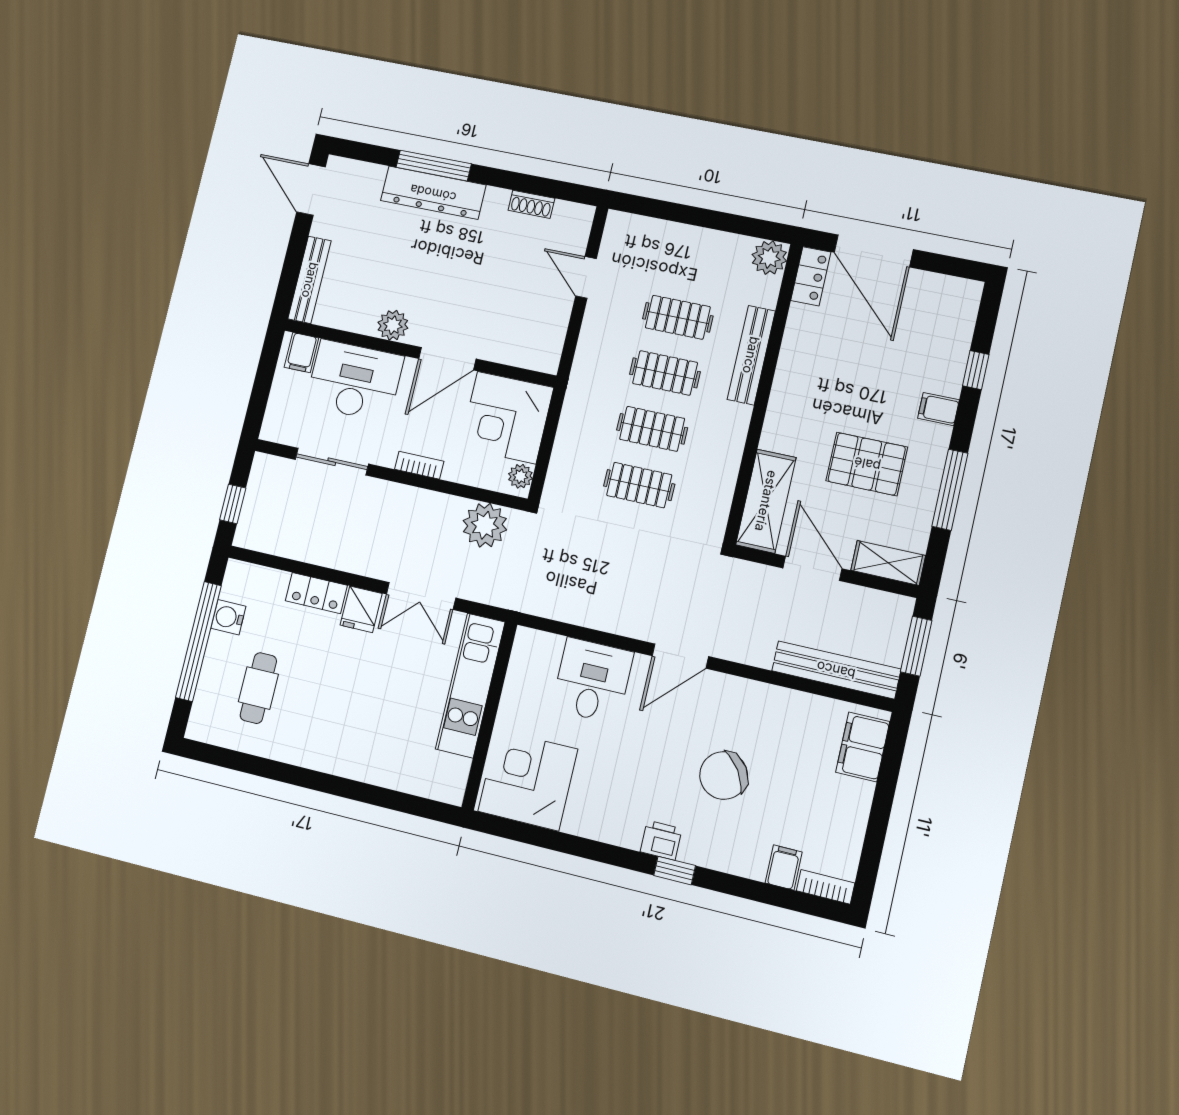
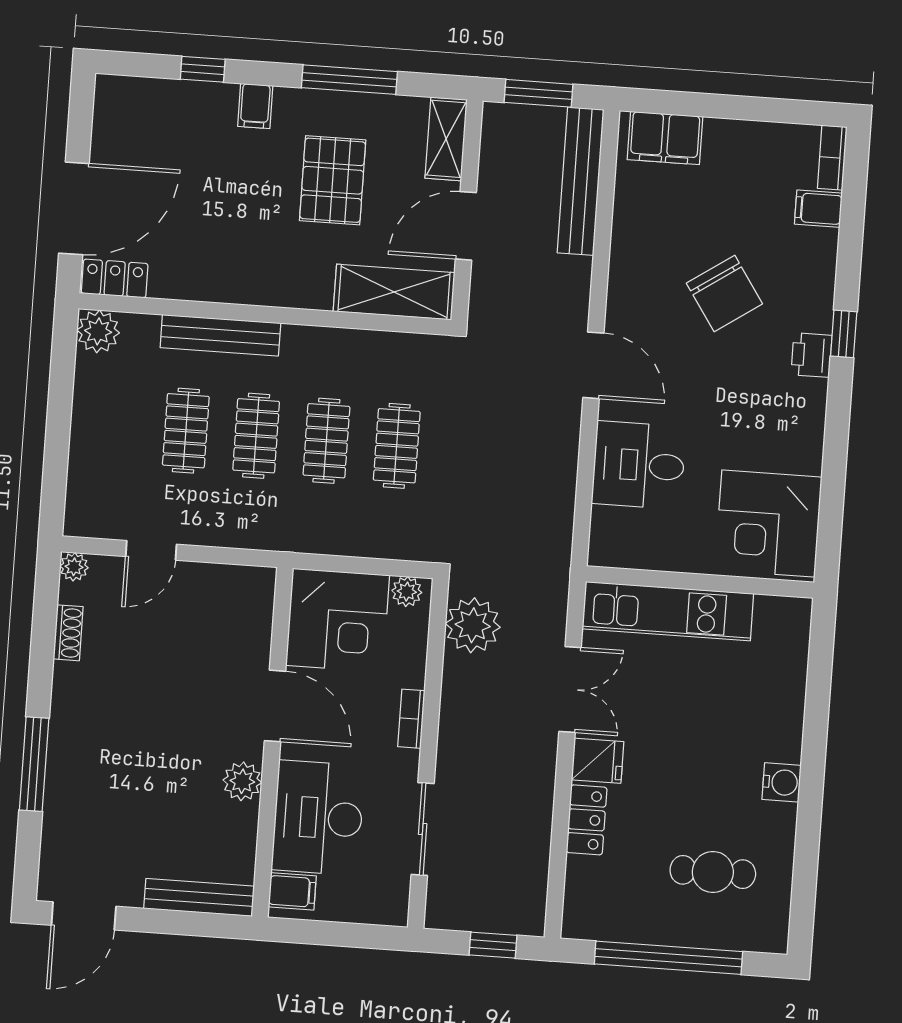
dresser: (433, 193) -> (69, 759), removed
plant: (583, 215) -> (74, 567), added
water cooler: (228, 617) -> (782, 782), moved, turned -90

